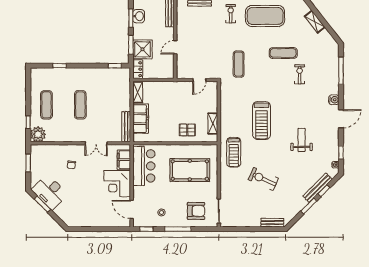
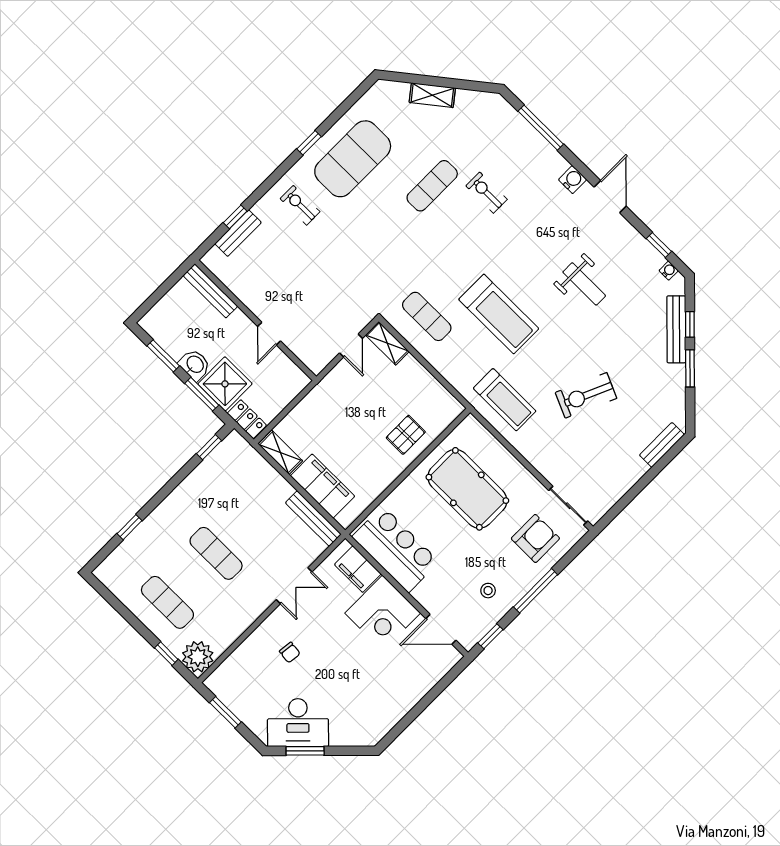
washbasin: (139, 16) -> (195, 365), moved
exercise mat: (239, 64) -> (427, 316), moved
shelving: (213, 124) -> (387, 343), moved
weight bench: (302, 140) -> (584, 284), turned 180
pool table: (190, 170) -> (467, 489), turned 90

